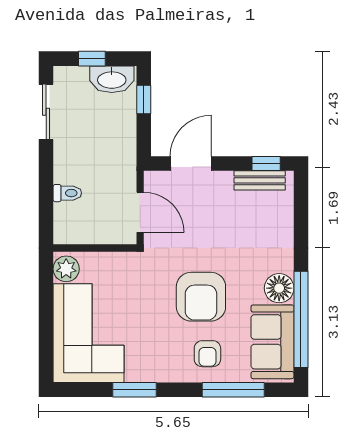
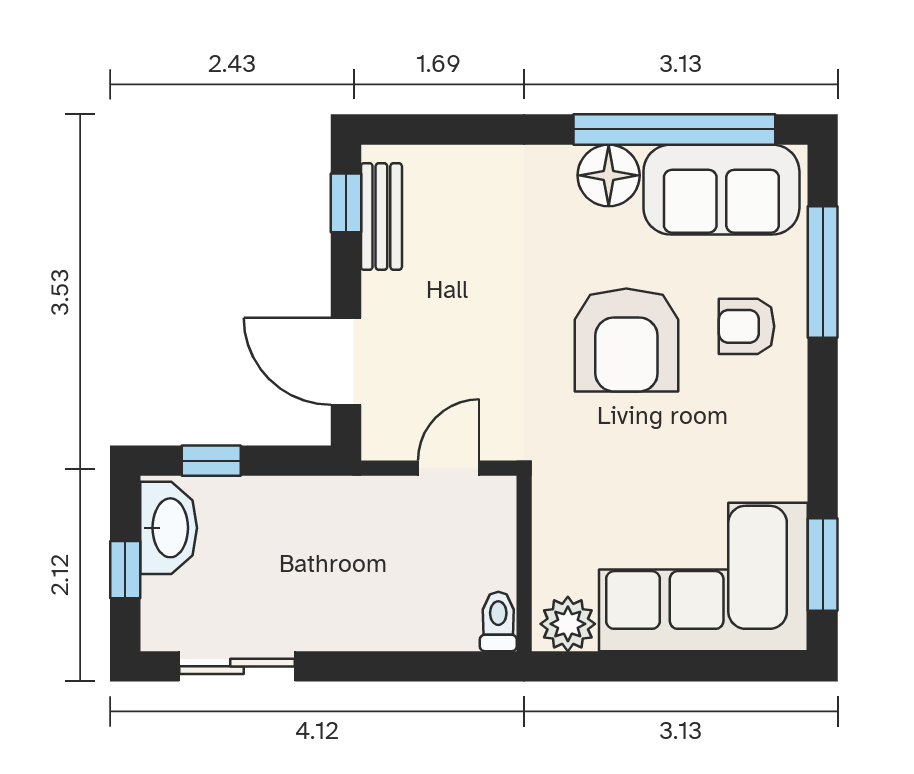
toilet: (67, 193) -> (498, 621), moved
door: (140, 212) -> (449, 468), width x0.73
armchair: (201, 297) -> (626, 340), turned 90
armchair: (207, 354) -> (747, 326), turned 180
window: (135, 390) -> (823, 564), moved

